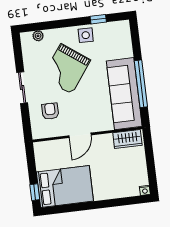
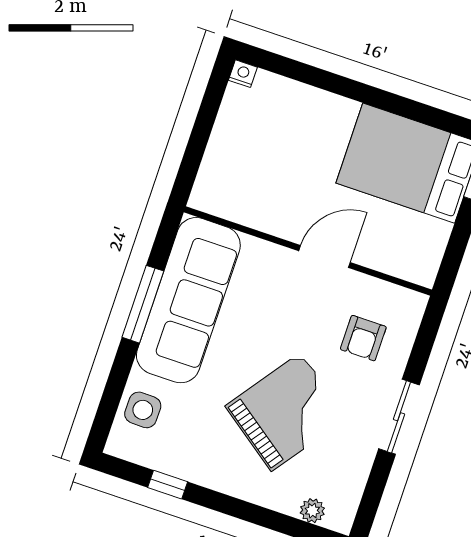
side table: (86, 35) -> (143, 410), moved
window: (141, 84) -> (143, 304), width x0.68
wardrobe: (127, 139) -> (227, 201), removed

